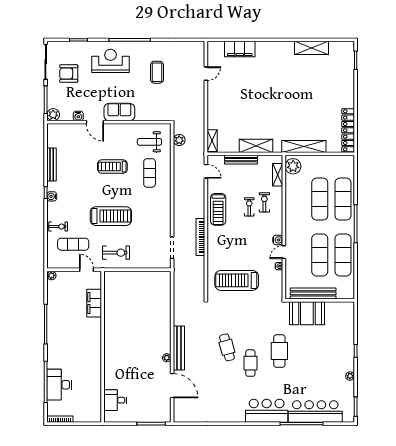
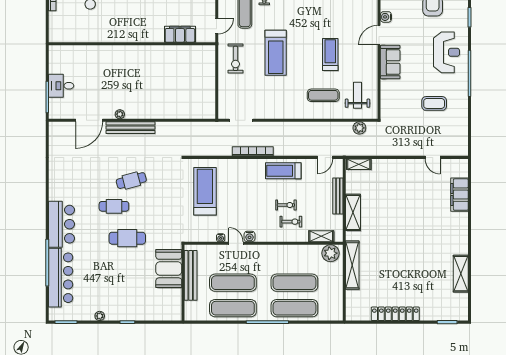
locker: (348, 130) -> (395, 314), moved
desk: (115, 400) -> (61, 86), moved, turned -90

